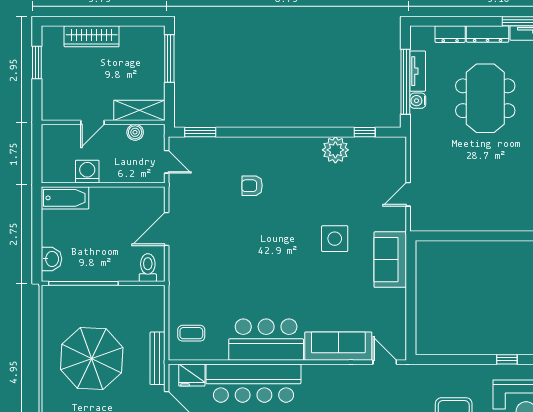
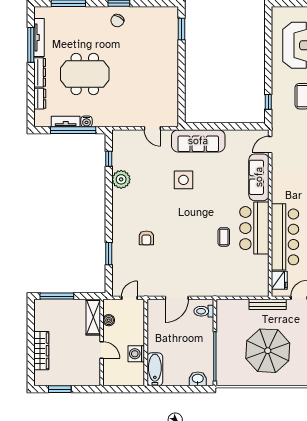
window: (200, 132) -> (109, 254), moved
door: (167, 229) -> (177, 298), hinge flipped
sofa: (390, 260) -> (198, 141), width x1.36
coffee table: (191, 333) -> (224, 237), moved
window: (507, 359) -> (268, 102), moved

